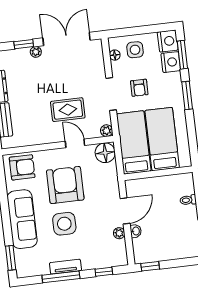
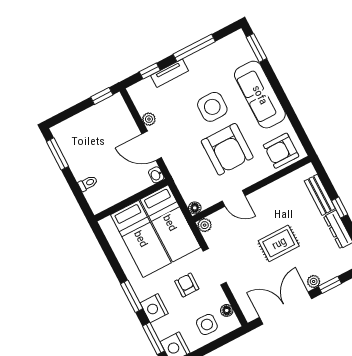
double door: (66, 39) -> (286, 308), swing flipped
nightstand: (171, 62) -> (154, 308), moved
rug: (68, 110) -> (279, 243), moved
floor lamp: (105, 153) -> (195, 208), width x0.53, depth x0.53
door: (125, 211) -> (152, 146), hinge flipped
washbasin: (136, 231) -> (156, 175), moved
tv unit: (65, 267) -> (170, 73), moved

